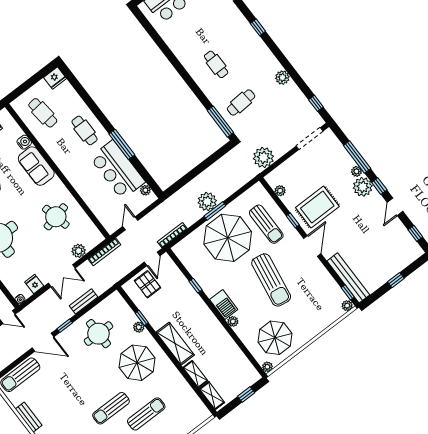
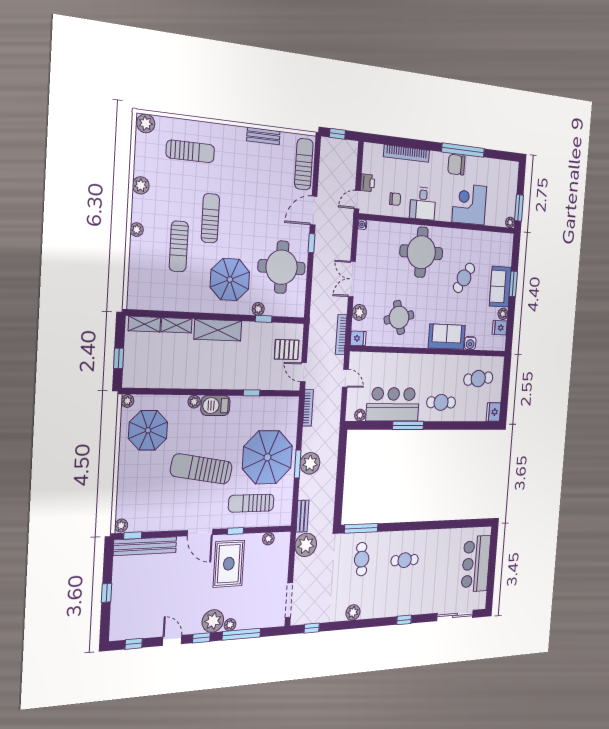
fridge: (34, 284) -> (358, 338), moved
bench: (83, 301) -> (302, 516), moved
round table: (98, 334) -> (282, 267), width x1.36, depth x1.36

